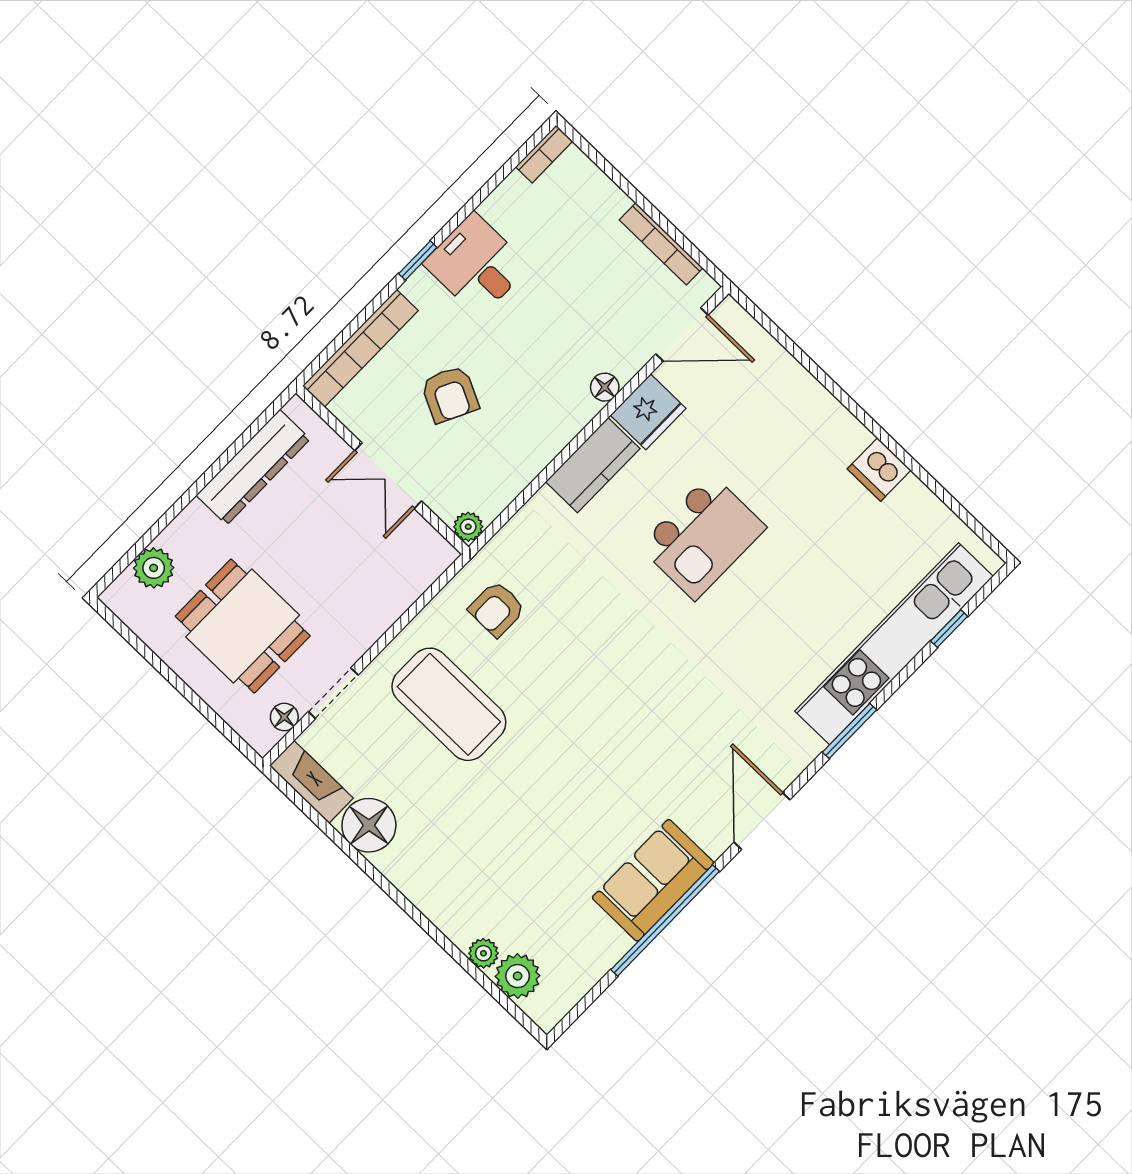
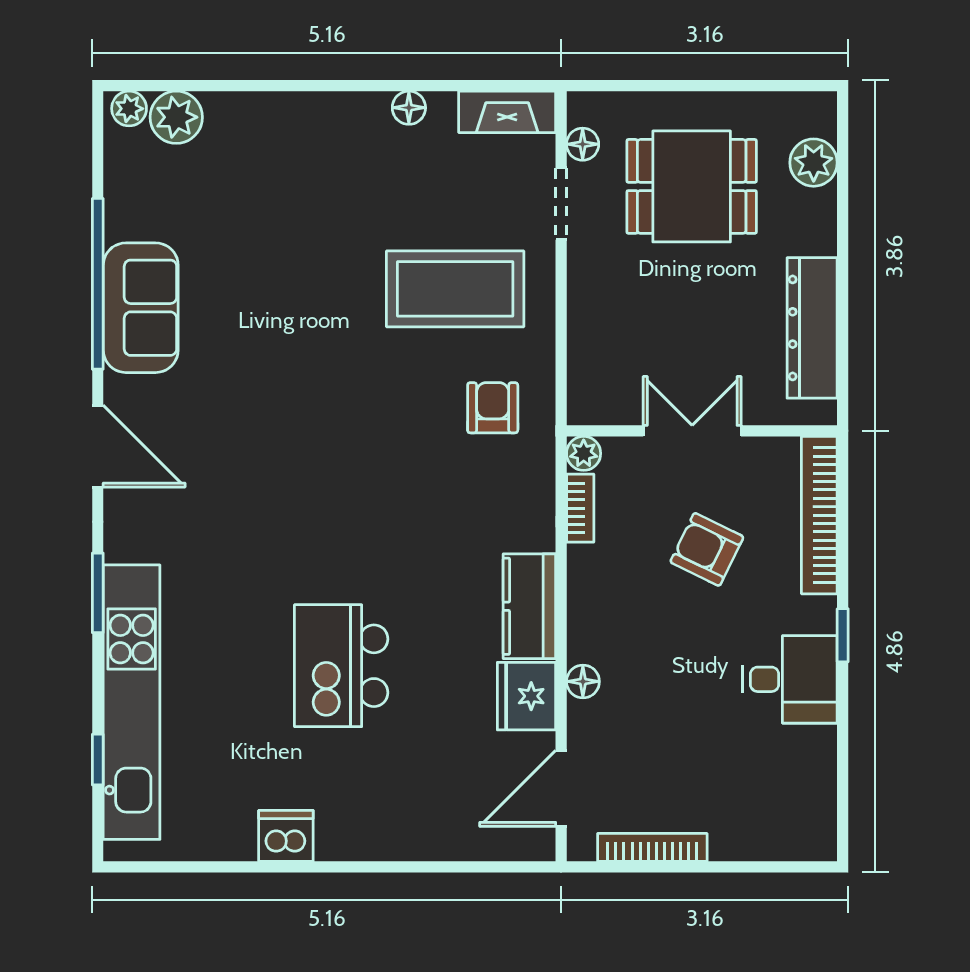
bookcase: (544, 154) -> (580, 508), moved, turned 180
kitchen island: (703, 537) -> (341, 666), moved
floor lamp: (369, 825) -> (409, 108), width x0.53, depth x0.53
plant: (483, 953) -> (129, 109), moved

